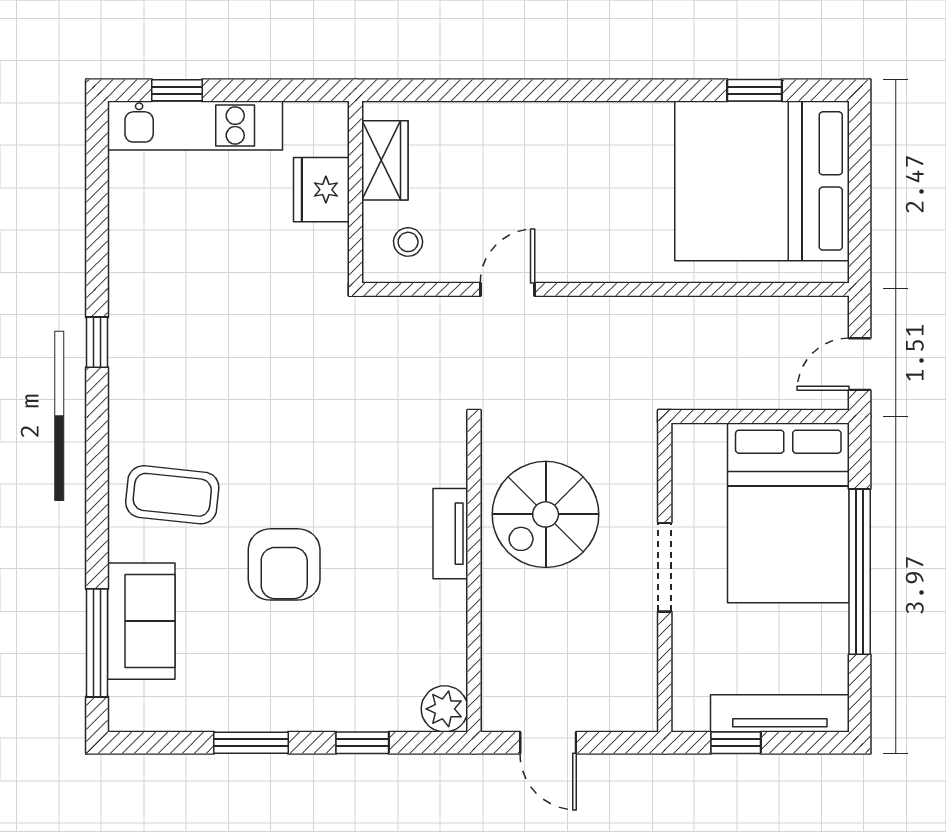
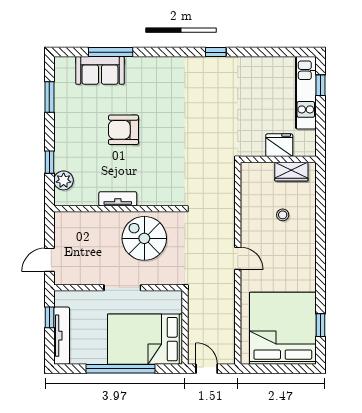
stool: (408, 242) -> (283, 215), moved
door: (507, 289) -> (238, 258), moved
coffee table: (172, 495) -> (152, 83), removed
tv unit: (450, 534) -> (118, 199), moved
window: (97, 643) -> (111, 52), moved
plant: (445, 709) -> (64, 180), moved
window: (251, 743) -> (49, 97), moved
door: (548, 743) -> (49, 260), moved

